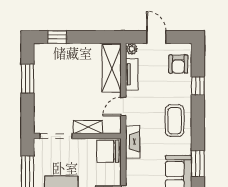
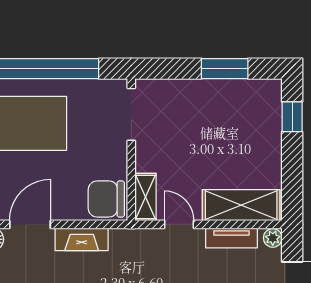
shelving: (88, 127) -> (146, 197), moved
fireplace: (133, 142) -> (82, 239), moved
chair: (108, 151) -> (106, 199), turned -90

